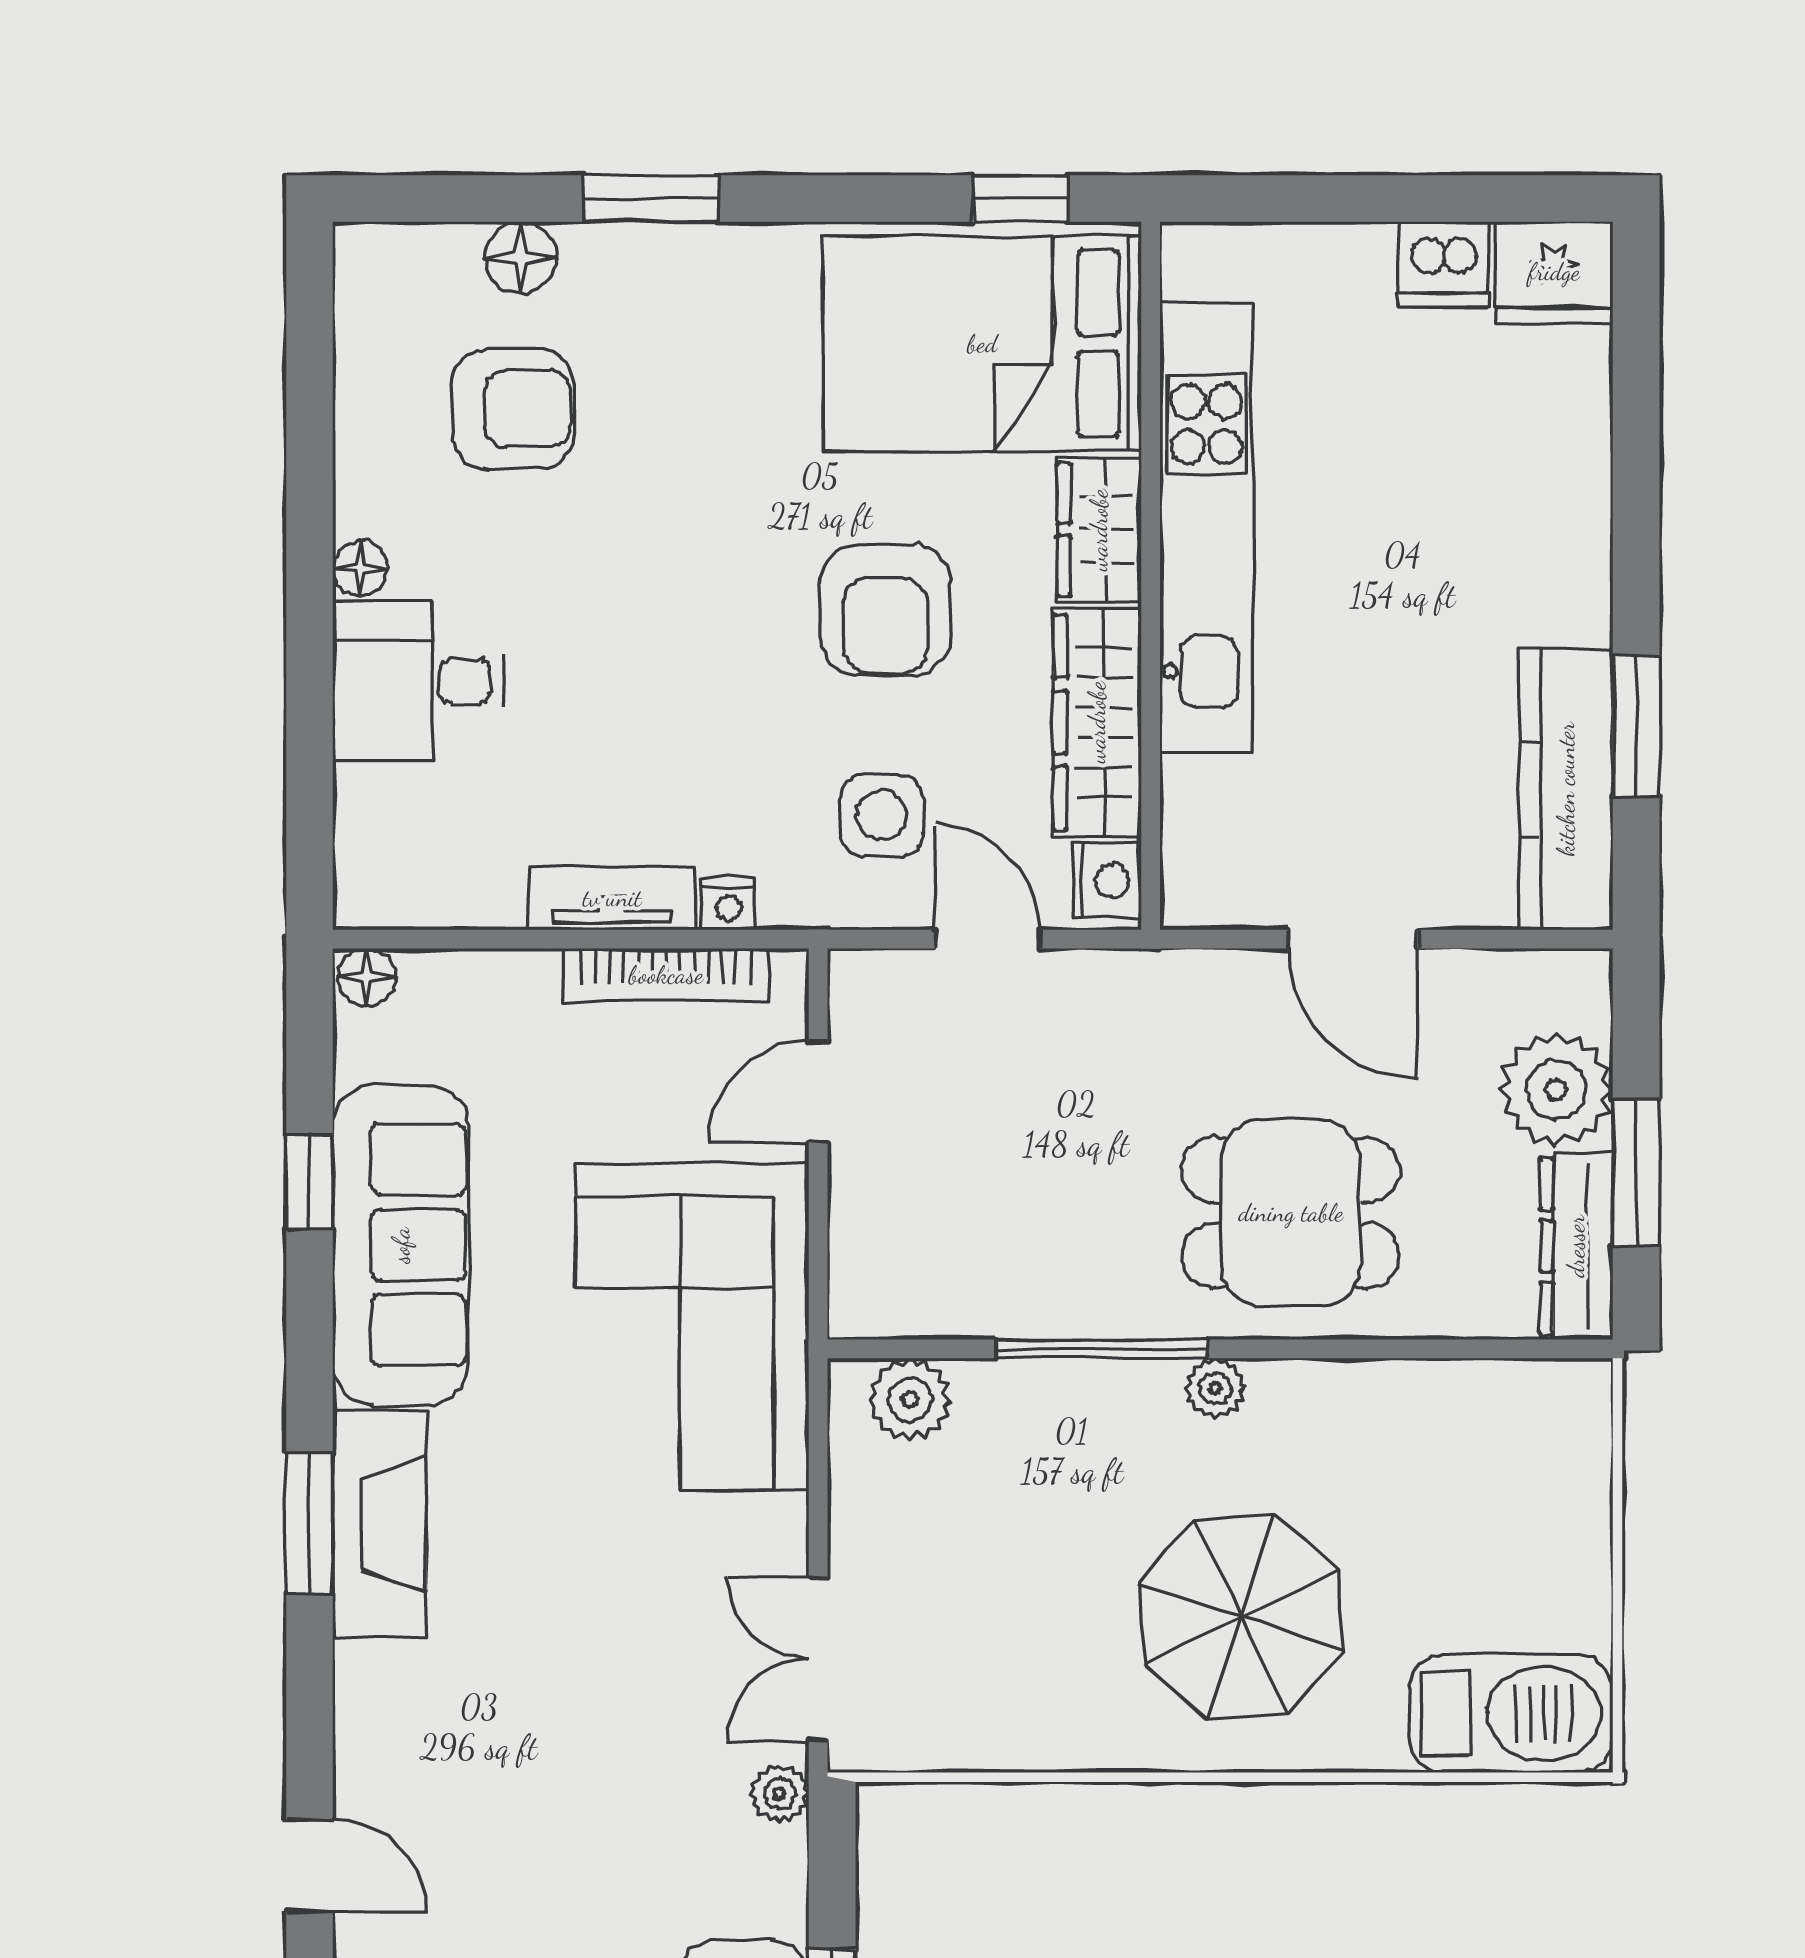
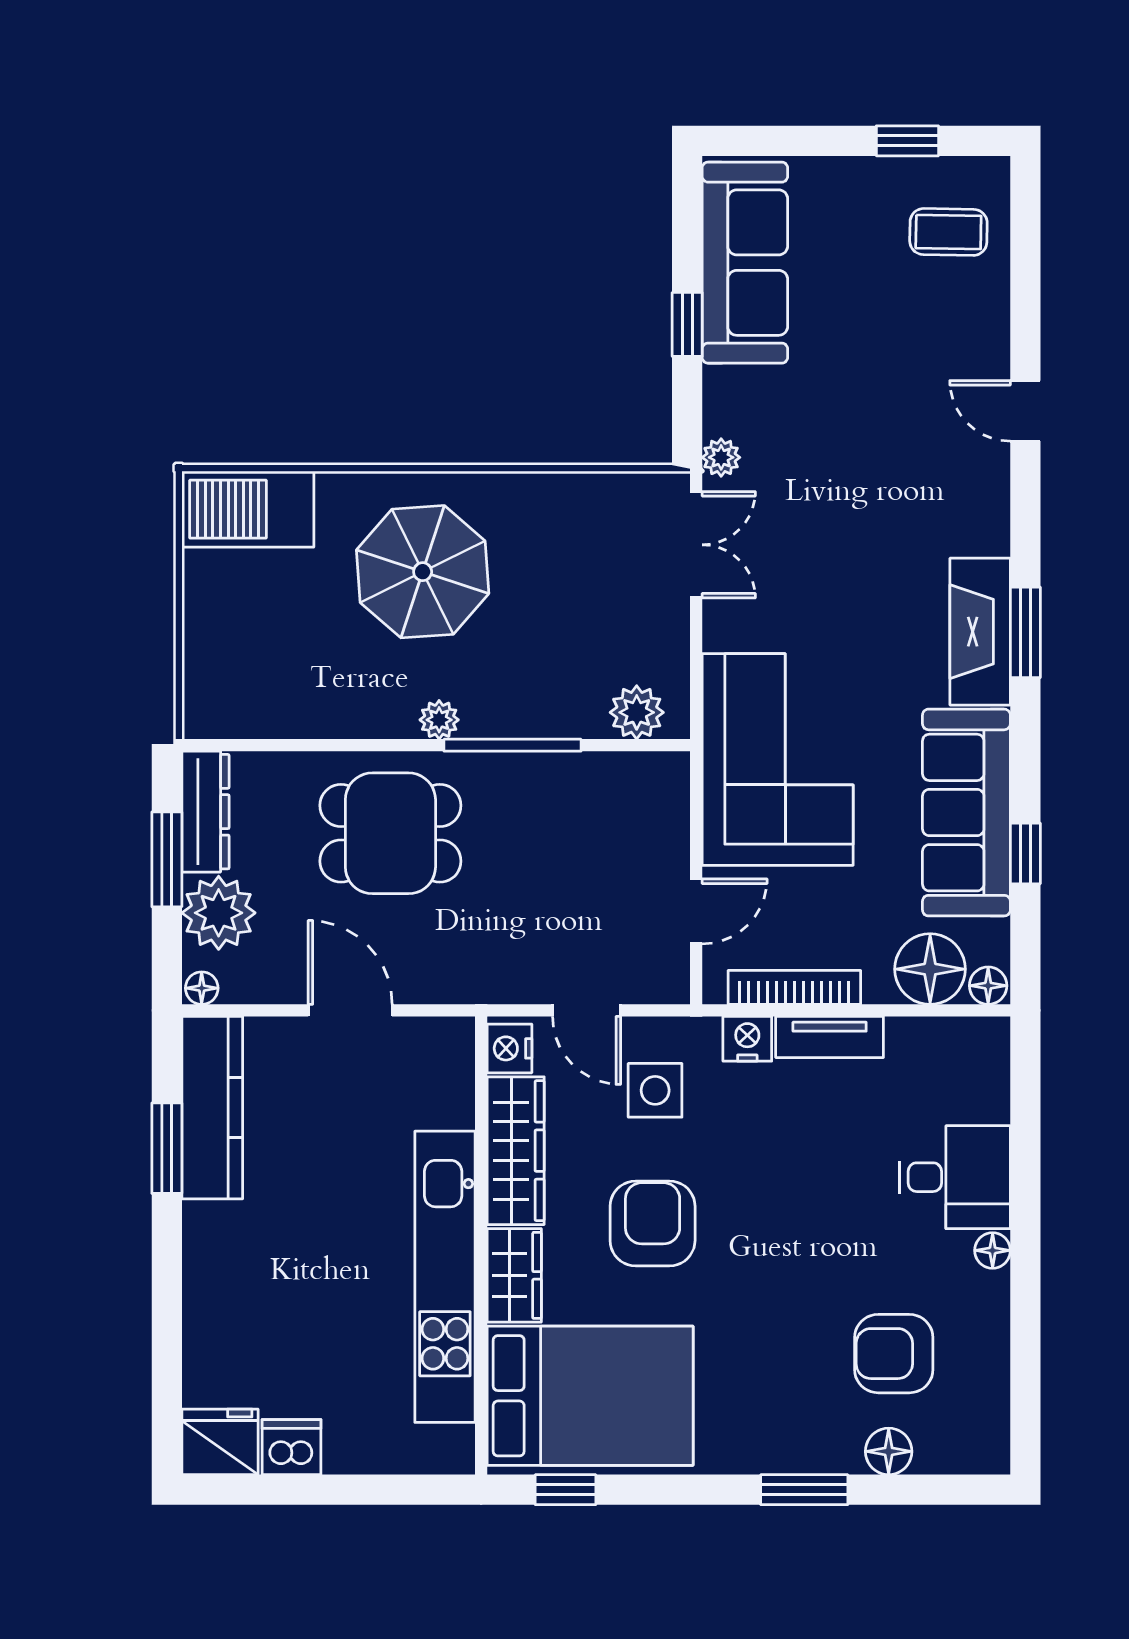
nightstand: (729, 904) -> (747, 1039), width x1.39, depth x1.35
floor lamp: (1582, 974) -> (202, 988), added
floor lamp: (457, 1003) -> (930, 969), added

